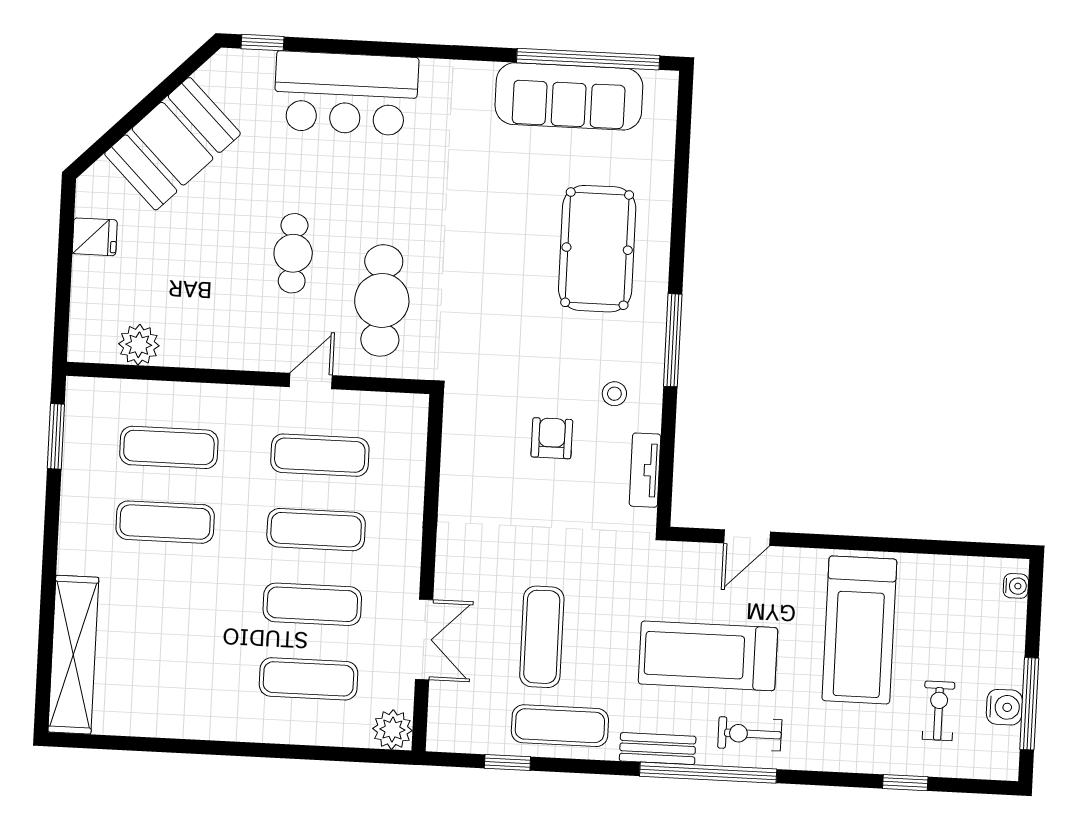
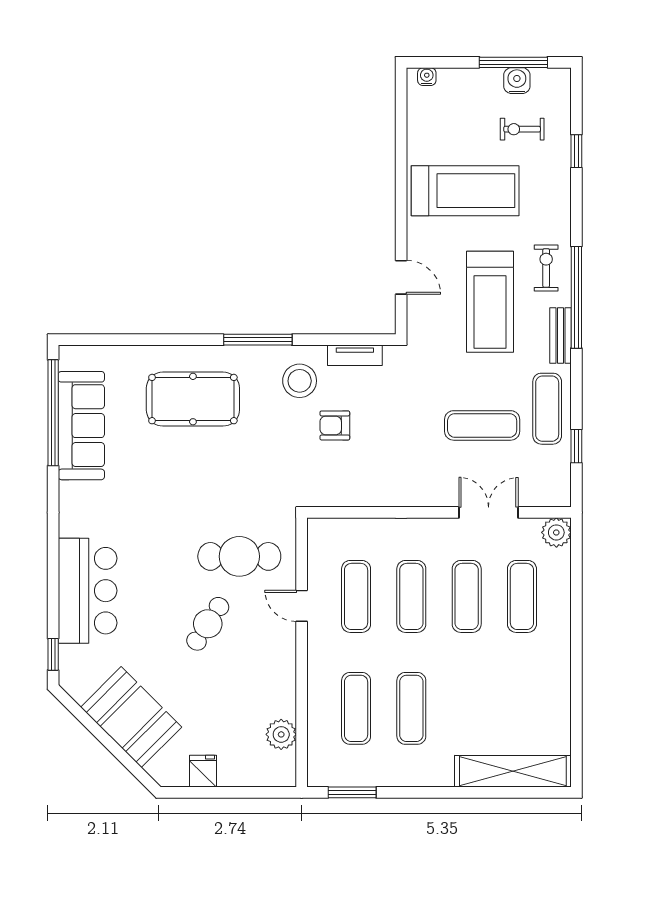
cafe table: (293, 253) -> (208, 624), turned -57
stool: (614, 394) -> (300, 381), width x1.89, depth x1.89
exercise bike: (750, 734) -> (546, 268), turned 180

